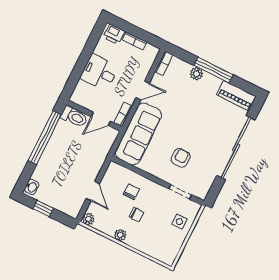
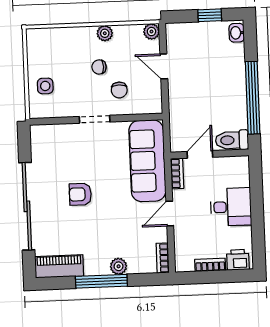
armchair: (181, 158) -> (80, 194), moved, turned 90
doorway: (180, 192) -> (95, 119), moved

